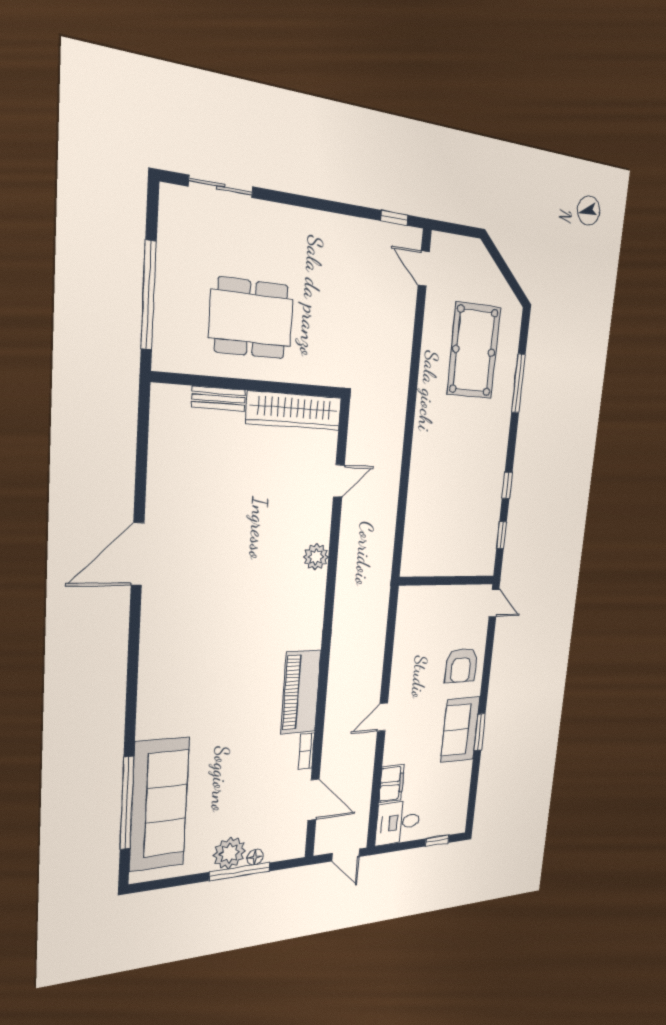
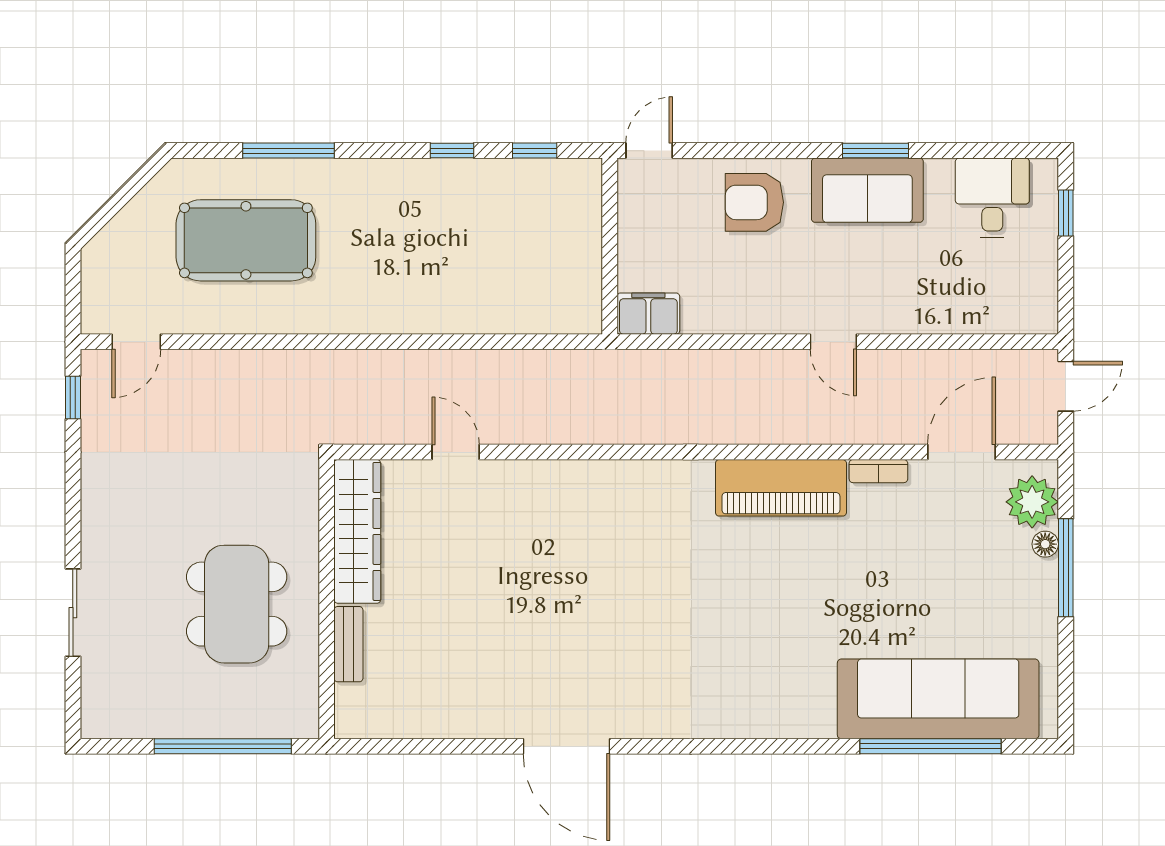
sliding door: (221, 187) -> (73, 613), moved
plant: (316, 557) -> (571, 480), removed
armchair: (461, 665) -> (754, 202), turned 180
filing cabinet: (391, 784) -> (648, 314), moved
desk: (398, 822) -> (992, 198), moved, turned 180
plant: (229, 853) -> (1032, 502), moved

